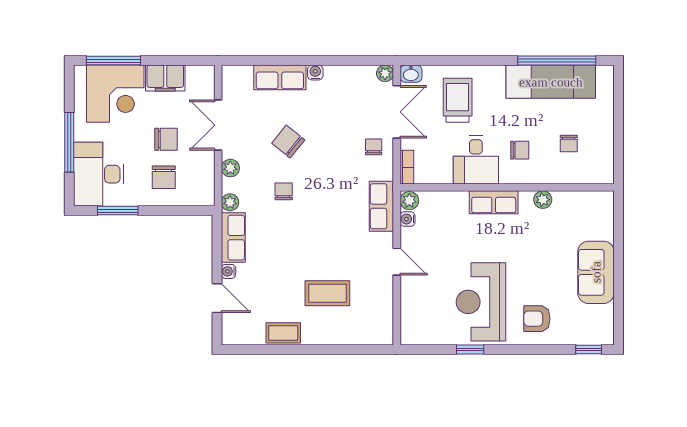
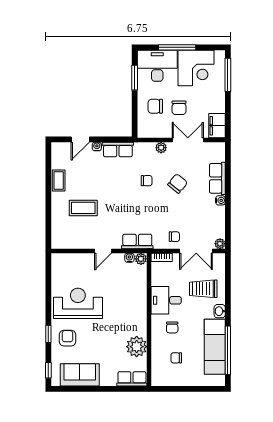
washbasin: (411, 74) -> (220, 311), moved
filing cabinet: (165, 78) -> (217, 126), moved
corner desk: (115, 94) -> (196, 68), moved, turned -90
trolley: (458, 100) -> (203, 289), turned 180
plant: (543, 200) -> (137, 347), width x1.87, depth x1.87
plant: (230, 202) -> (140, 147), removed
row of seats: (494, 202) -> (132, 379), moved, turned 90
sofa: (596, 272) -> (80, 375), moved
coffee table: (327, 293) -> (83, 208), turned 90
window: (470, 350) -> (48, 334), moved

